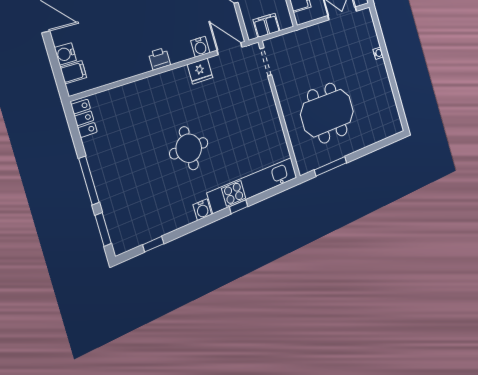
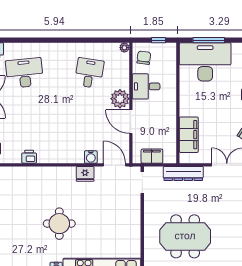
dresser: (304, 37) -> (183, 173), added
printer: (159, 59) -> (29, 157), moved

